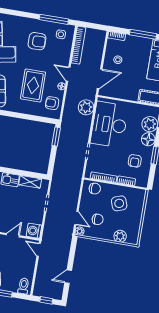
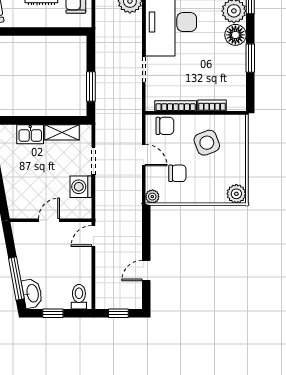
window: (56, 137) -> (91, 87), moved
armchair: (135, 161) -> (220, 72), removed
door: (76, 218) -> (144, 155), moved
washing machine: (34, 231) -> (81, 187), moved
plant: (120, 236) -> (236, 194), moved
door: (39, 250) -> (93, 236), hinge flipped

